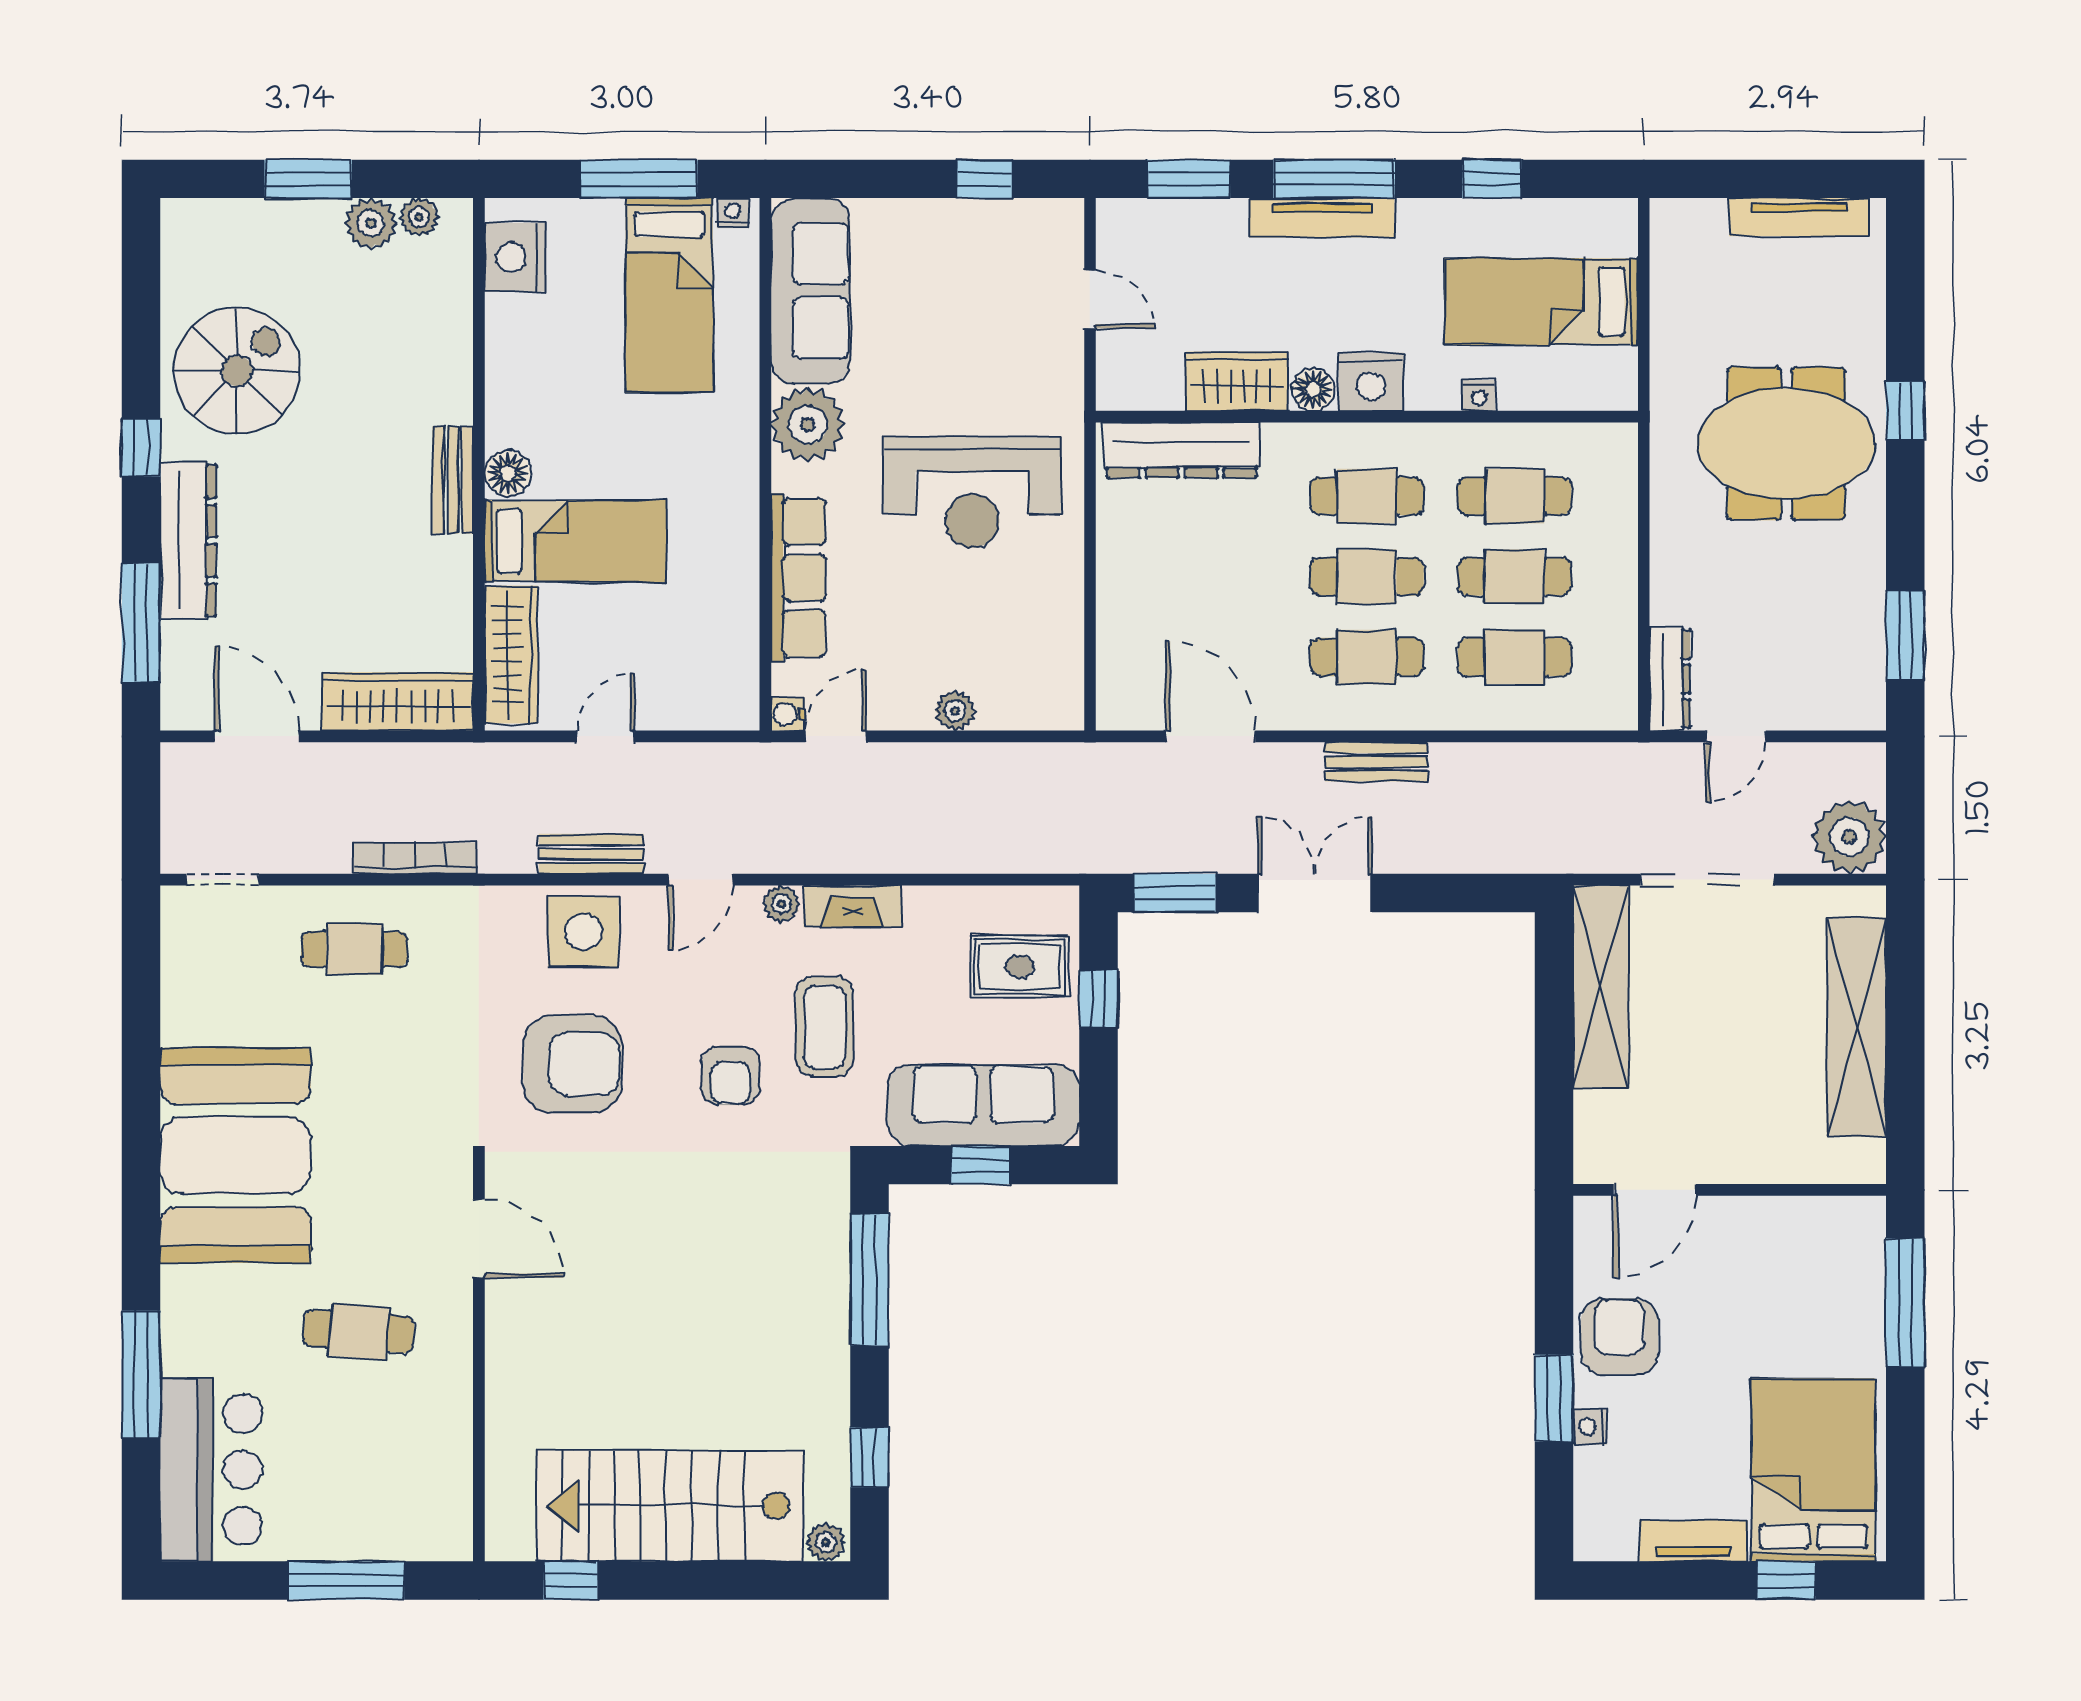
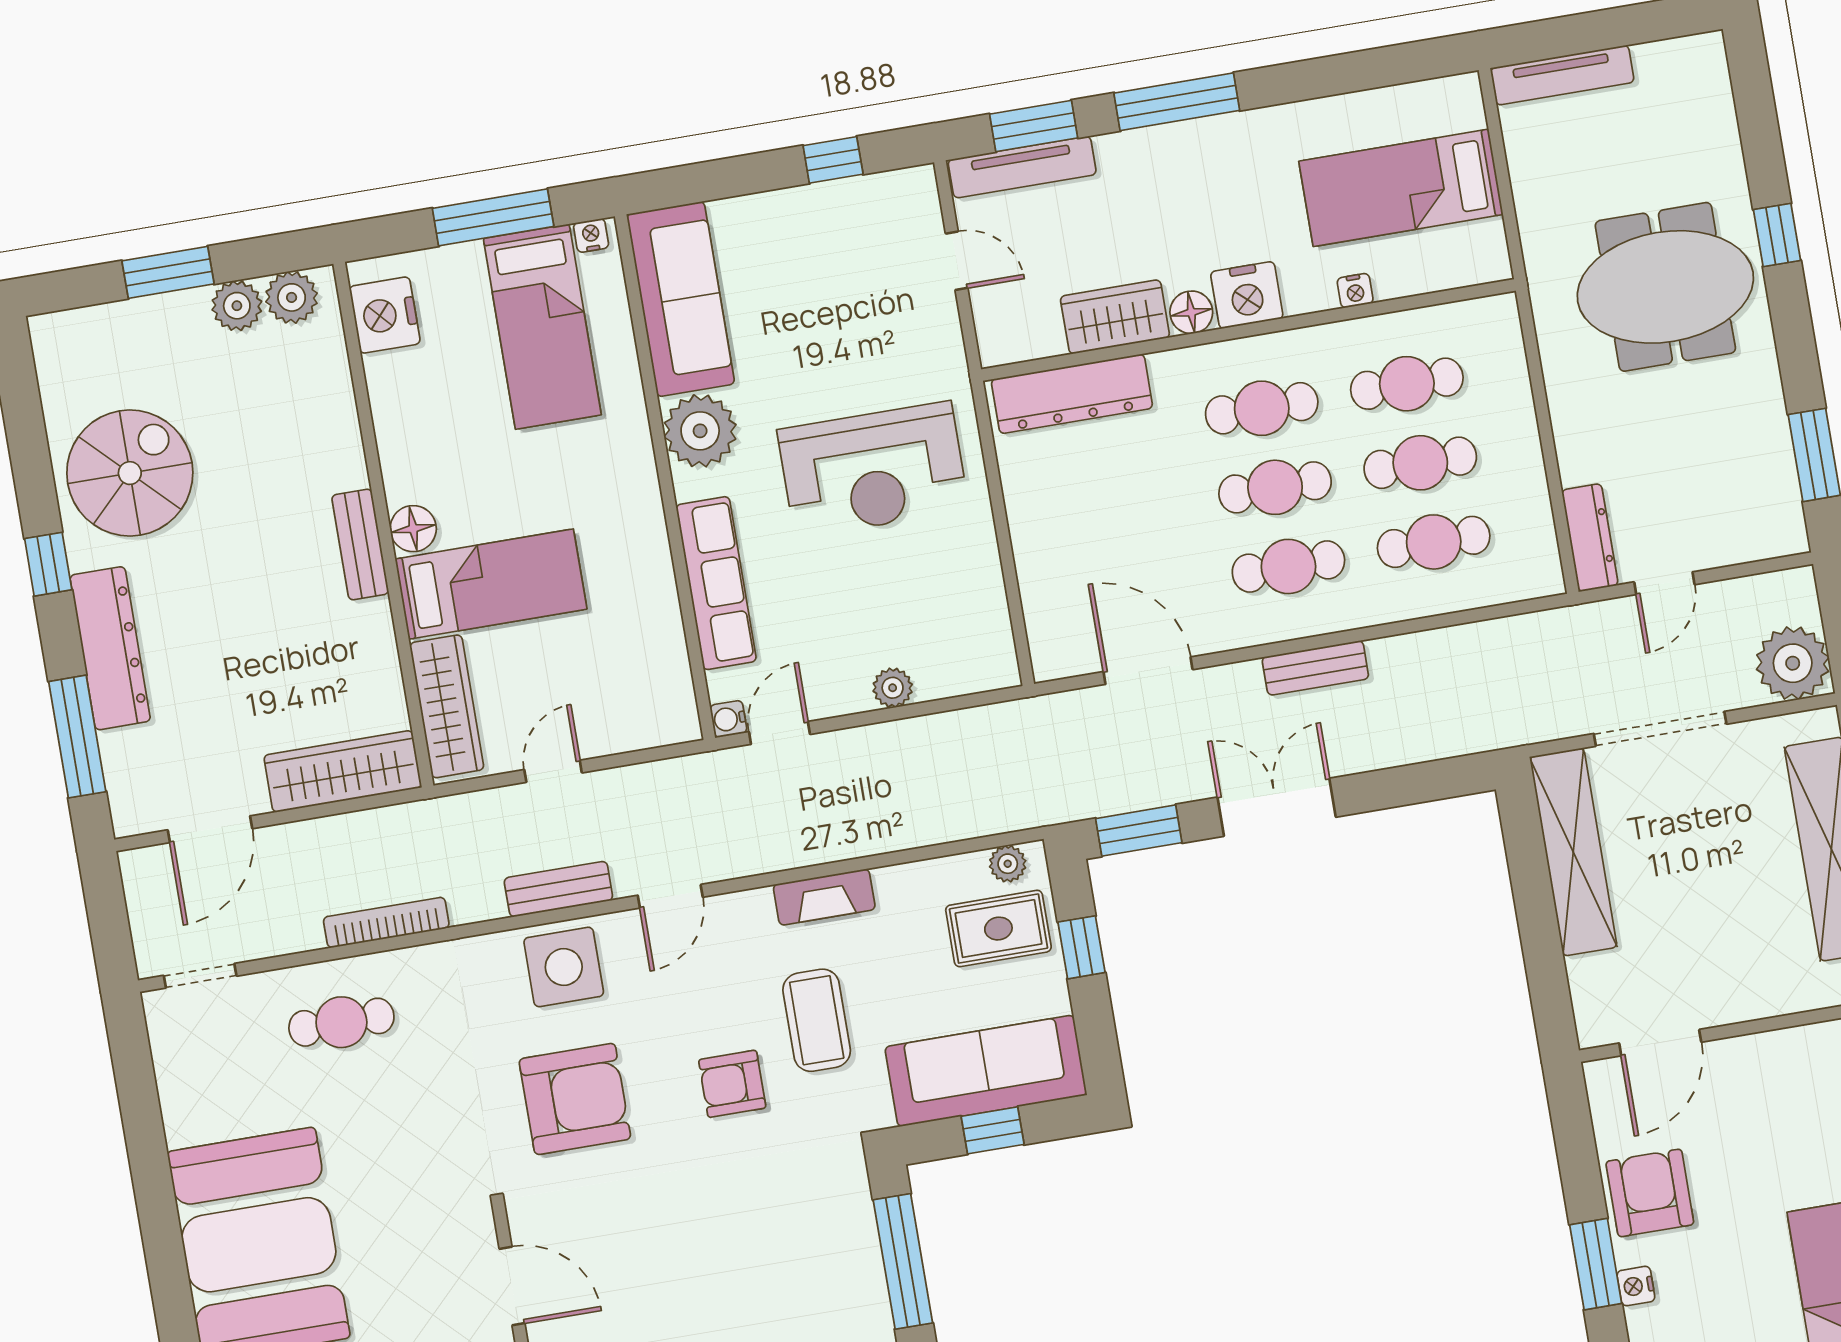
window: (1492, 179) -> (1332, 76), removed
plant: (419, 217) -> (292, 297), width x1.38, depth x1.38
tv unit: (1799, 217) -> (1562, 75), moved
tv unit: (1322, 218) -> (1022, 167), moved
door: (257, 736) -> (210, 829), swing flipped
plant: (781, 904) -> (1008, 864), moved
armchair: (730, 1076) -> (732, 1084), turned 90

